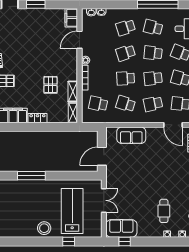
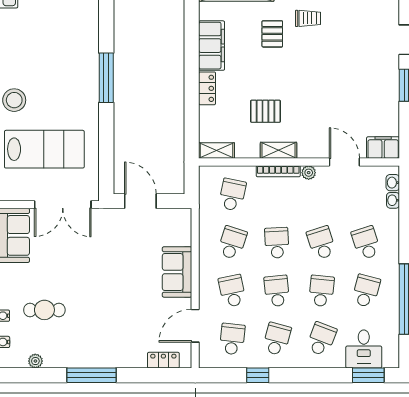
shelving: (73, 91) -> (279, 150), moved
sofa: (131, 135) -> (177, 272), moved
double door: (104, 200) -> (63, 205), width x1.37

